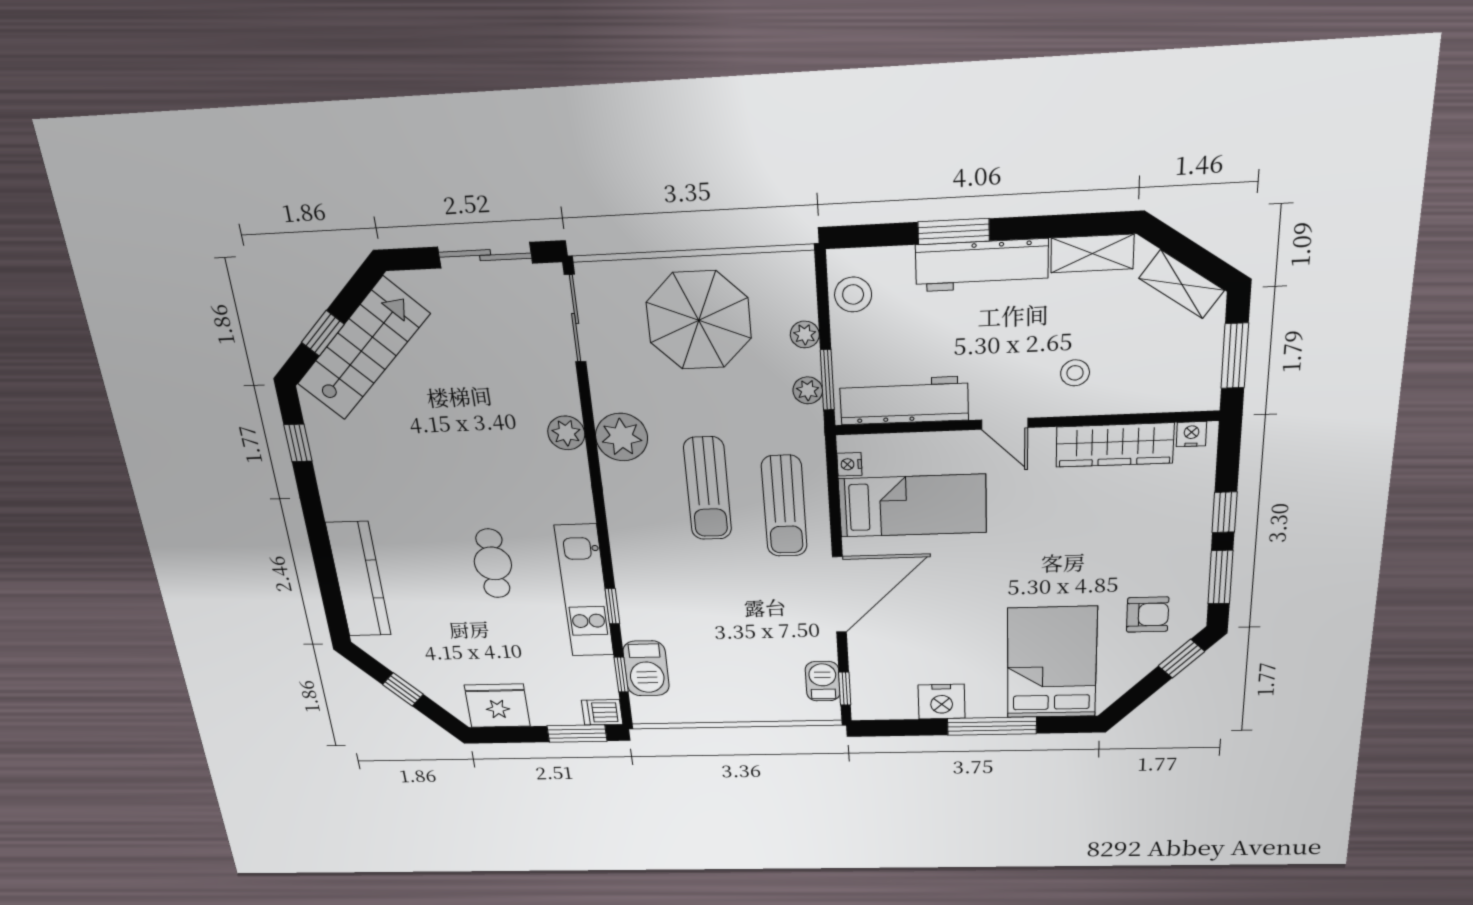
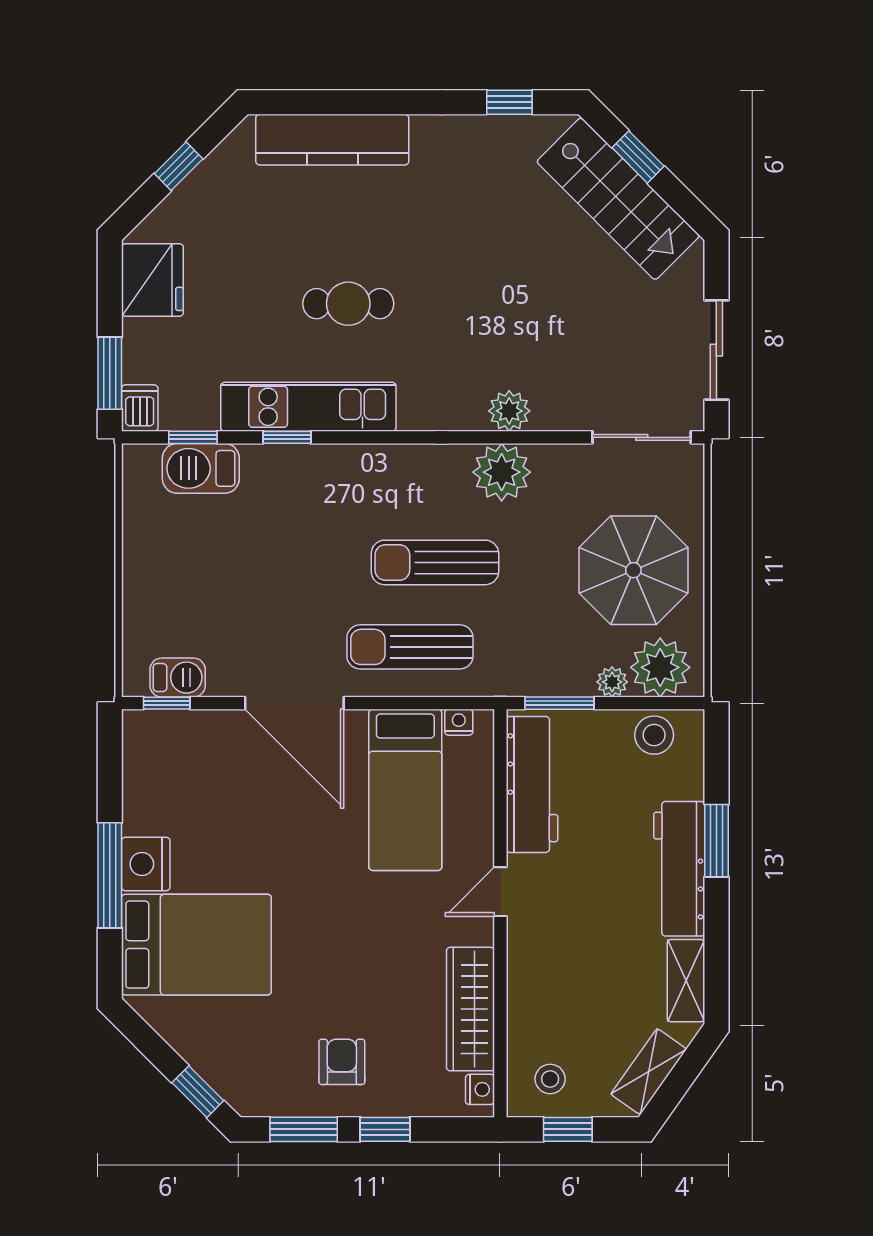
window: (1235, 356) -> (568, 1129), width x0.67
stool: (1075, 373) -> (550, 1079), moved
plant: (808, 390) -> (660, 667), moved, width x1.88, depth x1.88
armchair: (1148, 615) -> (342, 1062), moved, turned 180
nightstand: (942, 702) -> (146, 864), moved

